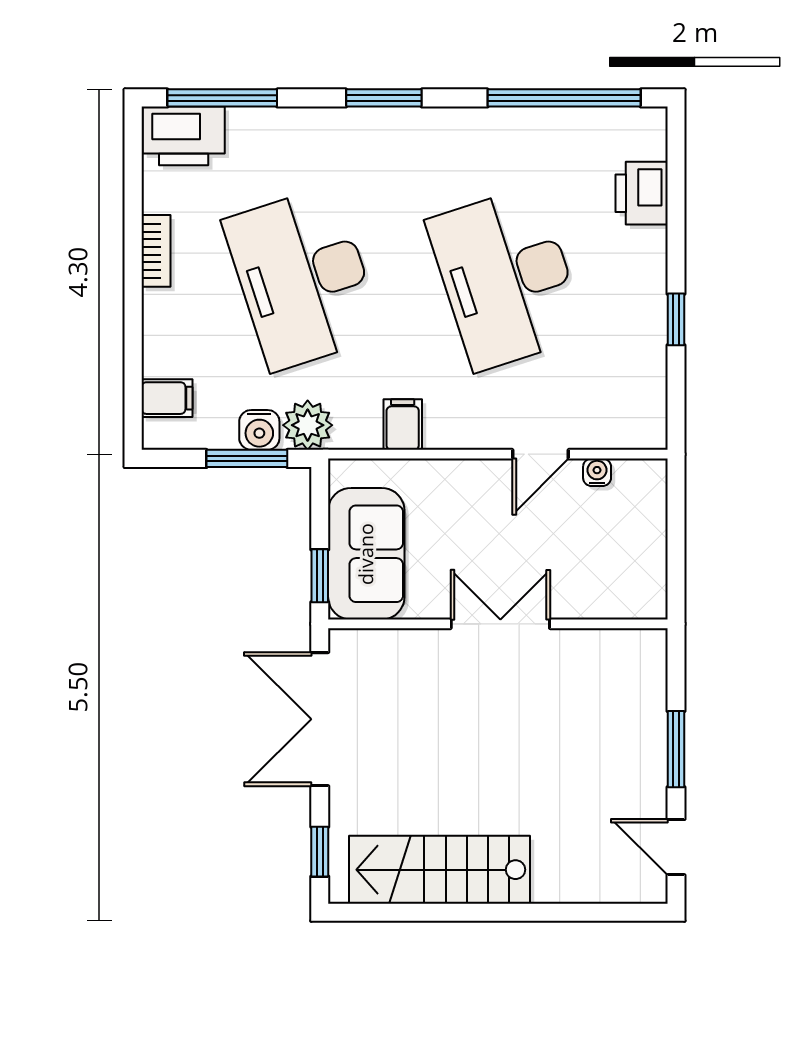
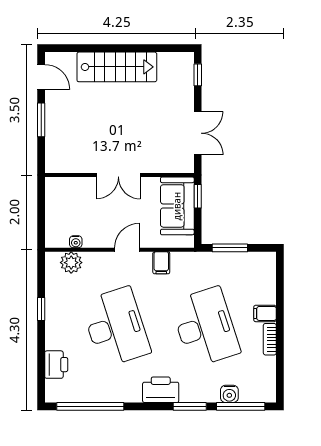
window: (384, 98) -> (190, 406), moved
printer: (184, 136) -> (161, 390), moved
filing cabinet: (167, 398) -> (265, 313), moved
plant: (308, 425) -> (71, 263), moved
water cooler: (259, 430) -> (229, 394), moved, turned 180
door: (541, 454) -> (127, 250), moved
double door: (320, 719) -> (198, 133), width x0.73
stairs: (440, 870) -> (117, 67), moved

